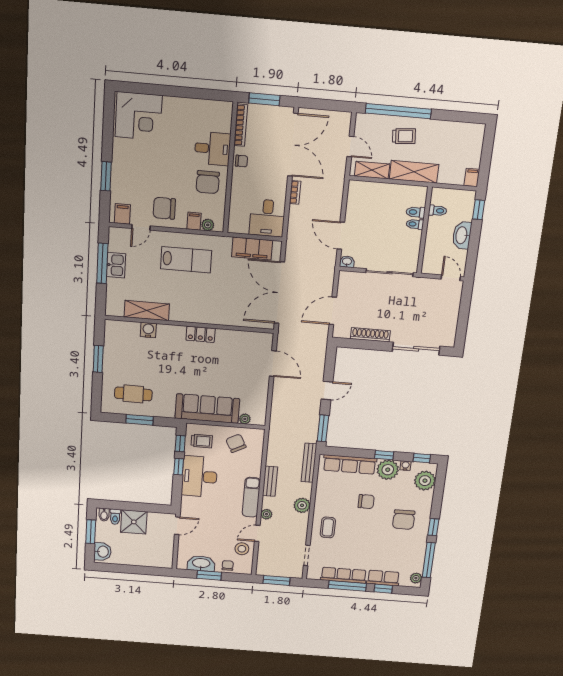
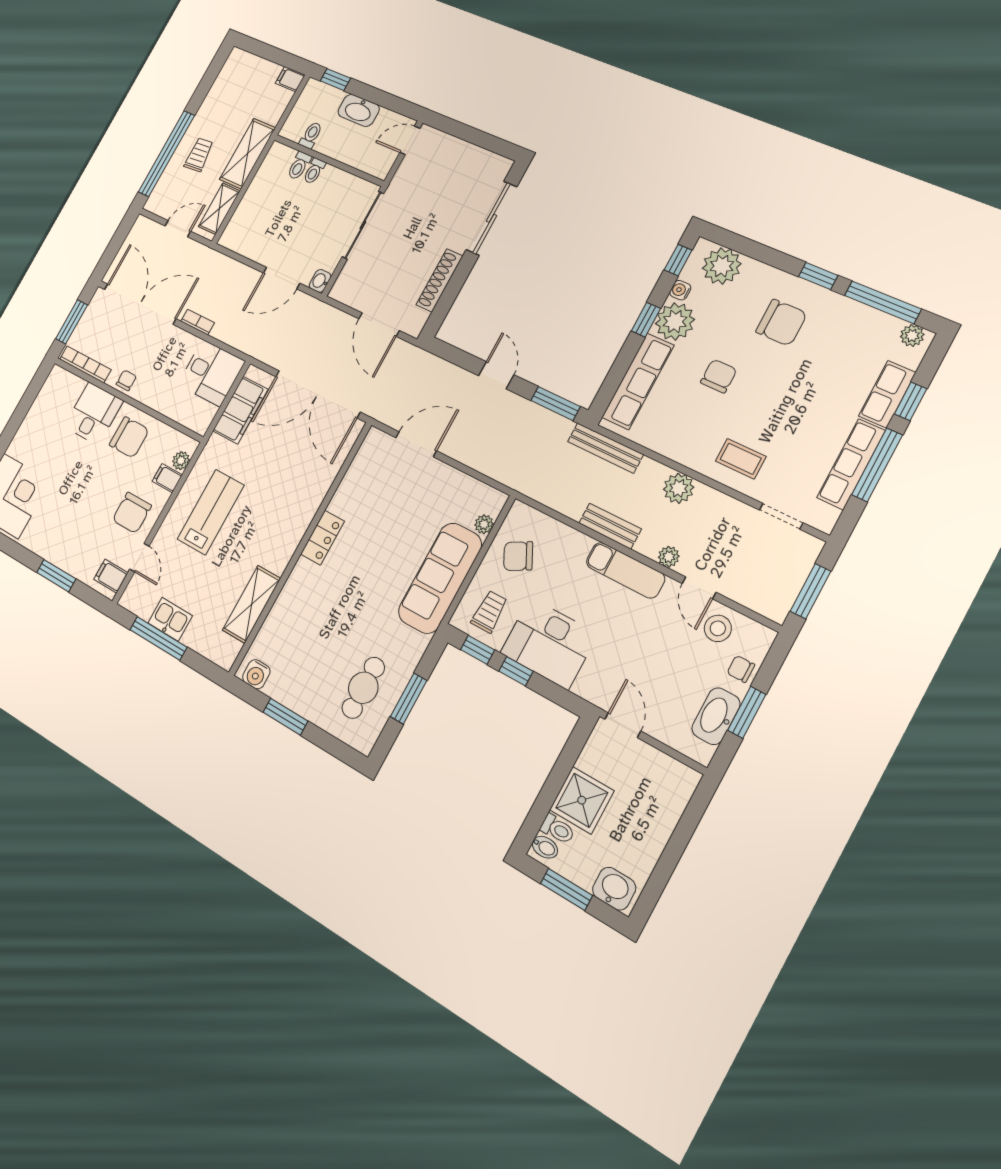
water cooler: (148, 330) -> (256, 674), moved, turned -90

